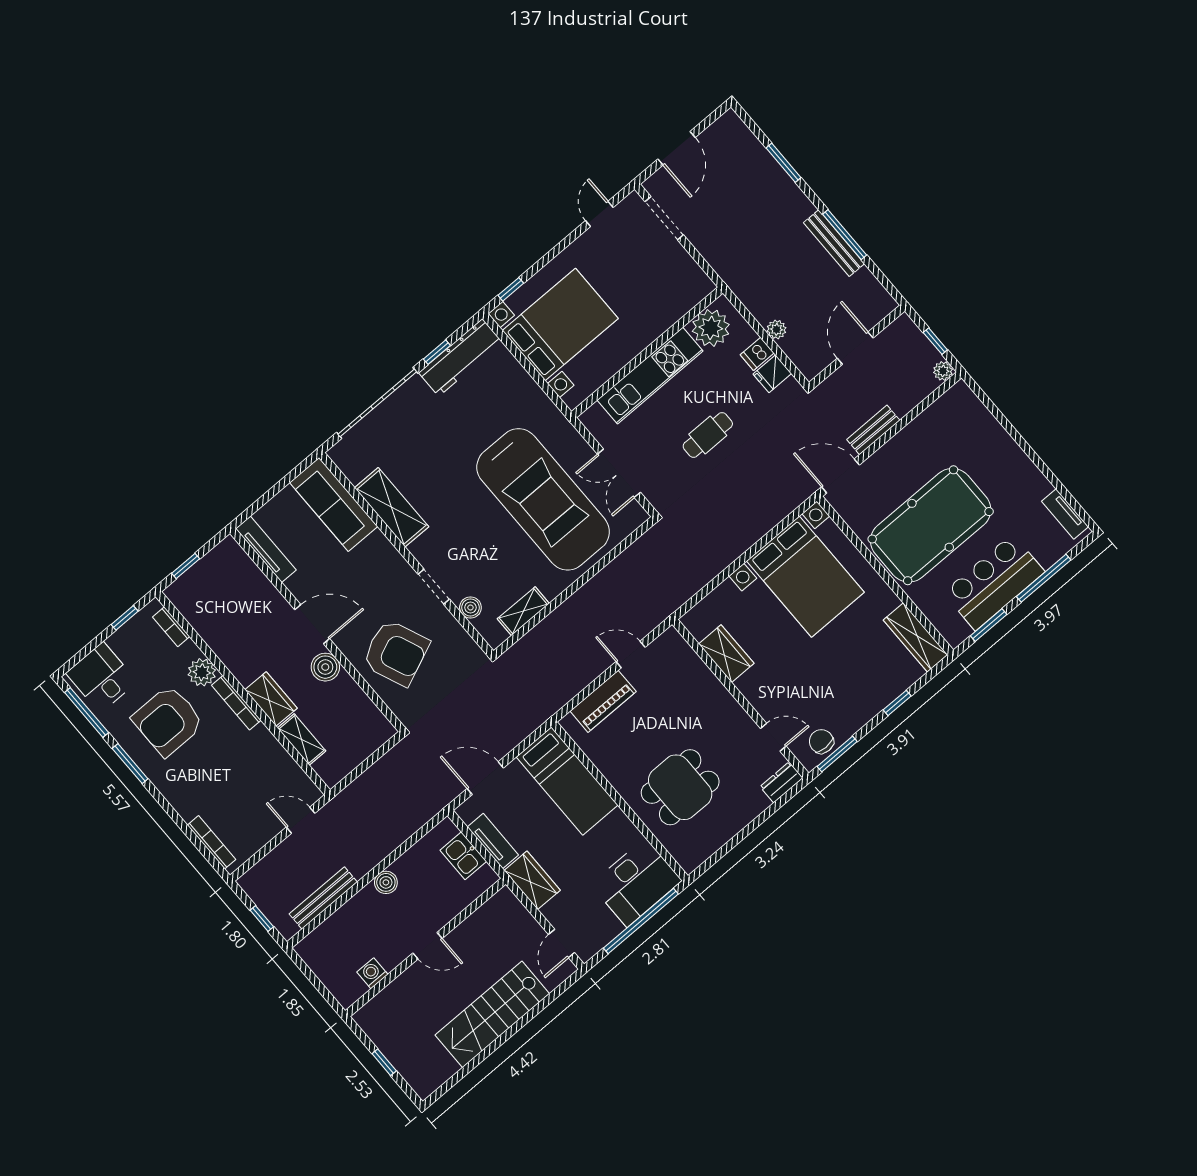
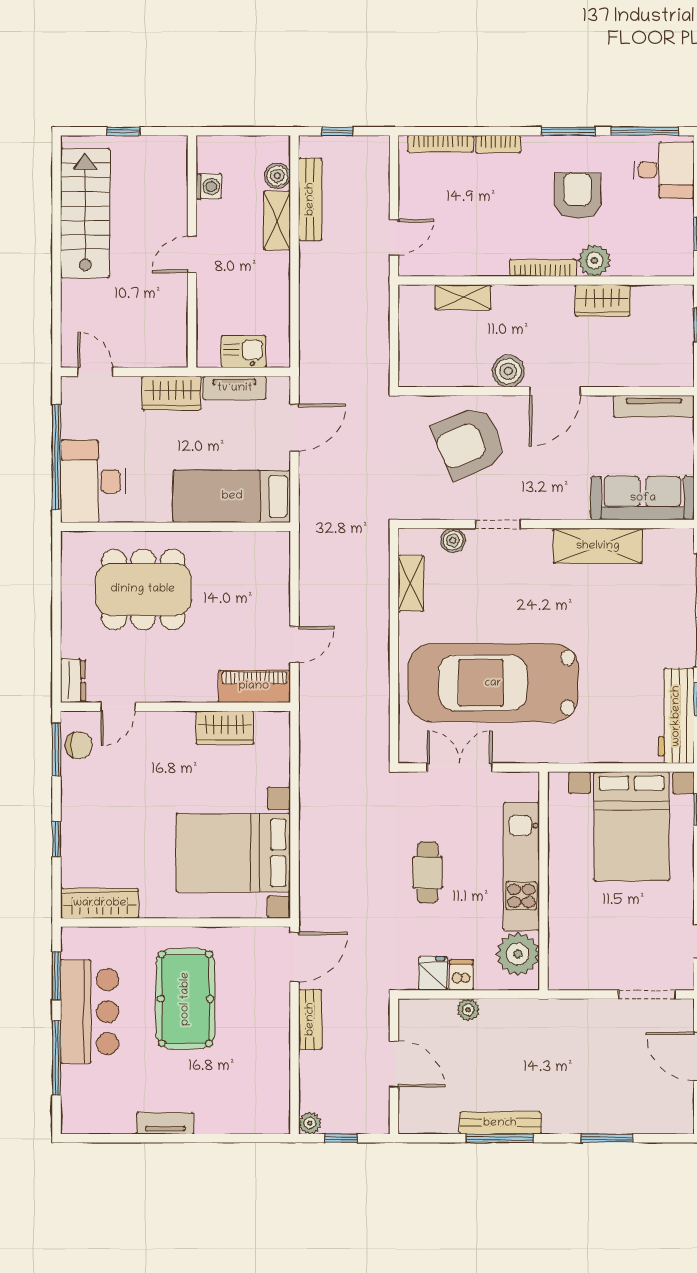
tv unit: (1065, 514) -> (165, 1123), moved
pool table: (931, 525) -> (185, 999), width x0.73, depth x0.76
bookcase: (171, 627) -> (498, 144), moved, turned 180
wardrobe: (271, 699) -> (603, 301), moved
piano: (603, 701) -> (254, 686), moved, turned 90
armchair: (168, 721) -> (578, 196), width x0.73, depth x0.73
dining table: (680, 787) -> (143, 589), width x1.37
boiler: (386, 882) -> (277, 176), moved
shelving: (356, 908) -> (277, 220), added
stairs: (492, 1014) -> (85, 213), moved

